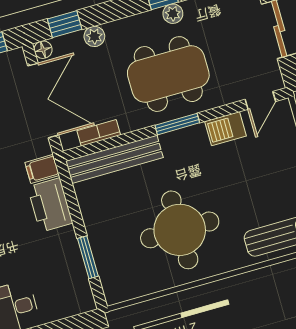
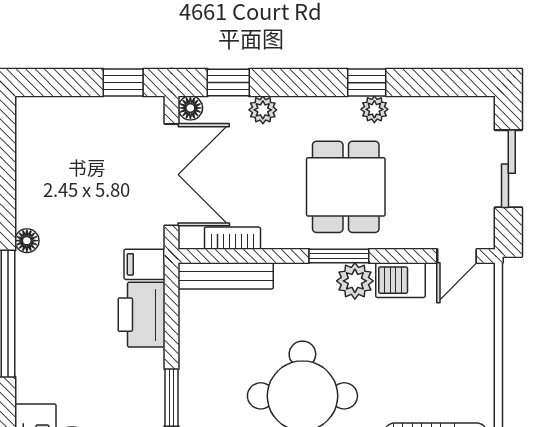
dining table: (168, 74) -> (346, 187), width x0.73
plant: (194, 138) -> (355, 281), added
bench: (114, 159) -> (226, 276), width x0.73, depth x0.82

